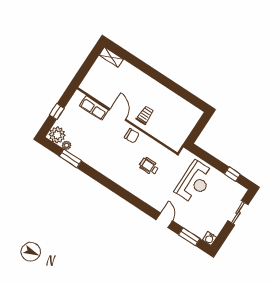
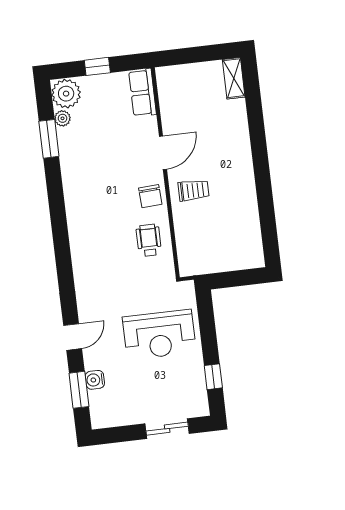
row of seats: (94, 108) -> (142, 93), moved
wheelchair: (149, 166) -> (149, 240), moved
water cooler: (210, 239) -> (95, 380), moved

